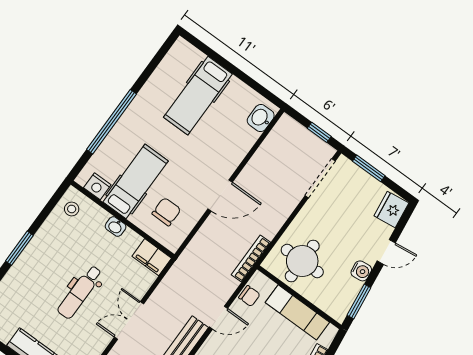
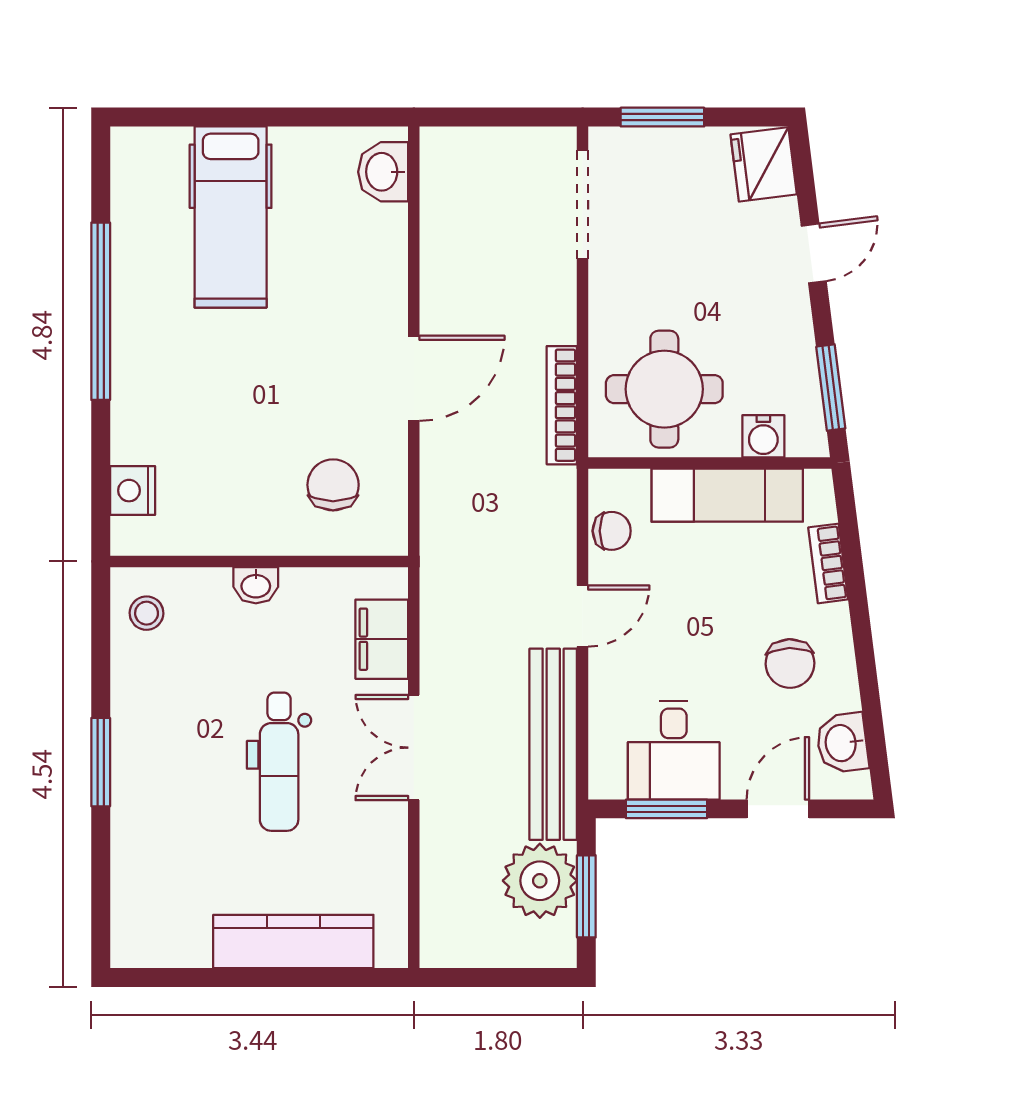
window: (112, 122) -> (101, 311), moved
window: (319, 132) -> (516, 117), removed
hospital bed: (136, 181) -> (231, 470), removed
nightstand: (97, 186) -> (133, 491), moved, turned 90
filing cabinet: (152, 257) -> (382, 639), moved, turned 90
bookcase: (251, 259) -> (562, 405), moved
water cooler: (361, 271) -> (763, 436), moved, turned 97

